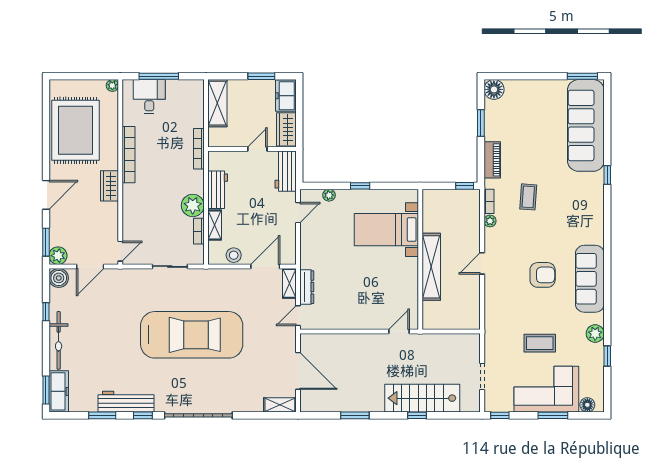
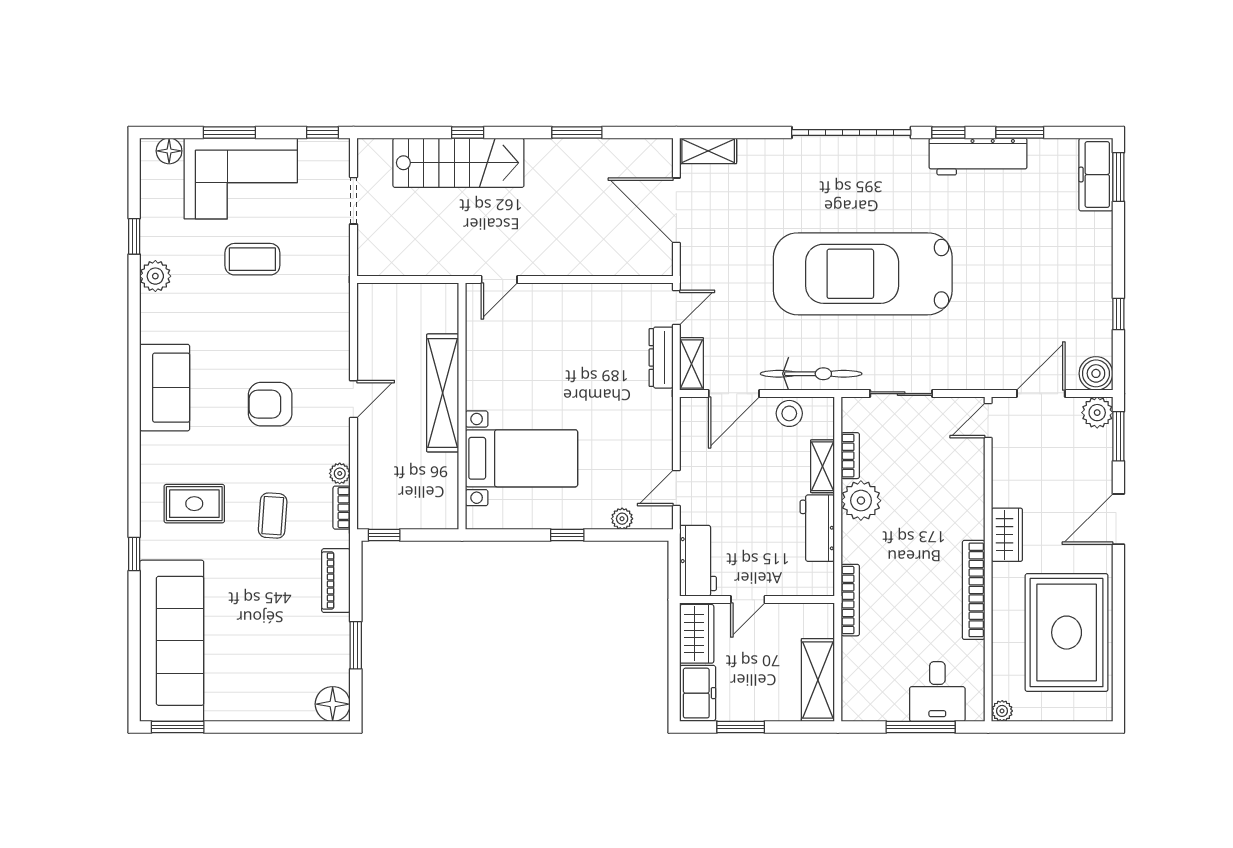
rug: (573, 204) -> (194, 504), added
armchair: (543, 275) -> (270, 404), moved
sofa: (590, 279) -> (165, 388), width x0.73
bicycle: (59, 340) -> (811, 374), moved, turned 90

